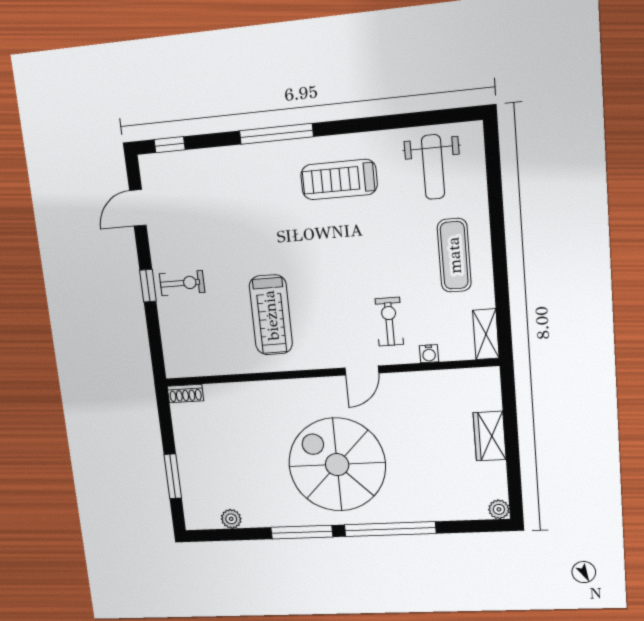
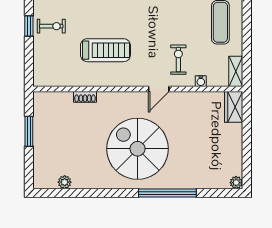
treadmill: (271, 315) -> (105, 50), turned -90
shoe rack: (185, 394) -> (85, 97), moved
wardrobe: (490, 436) -> (234, 107), moved
window: (173, 476) -> (29, 131), moved
window: (302, 532) -> (110, 193), removed

